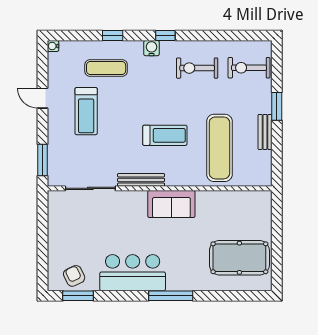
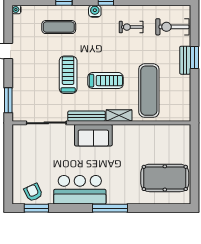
exercise bike: (197, 68) -> (131, 27), width x0.73, depth x0.72
treadmill: (86, 111) -> (68, 75), moved, turned 180
bench: (265, 132) -> (185, 60), moved
shelving: (182, 179) -> (119, 115), added
sofa: (171, 204) -> (93, 135), moved

